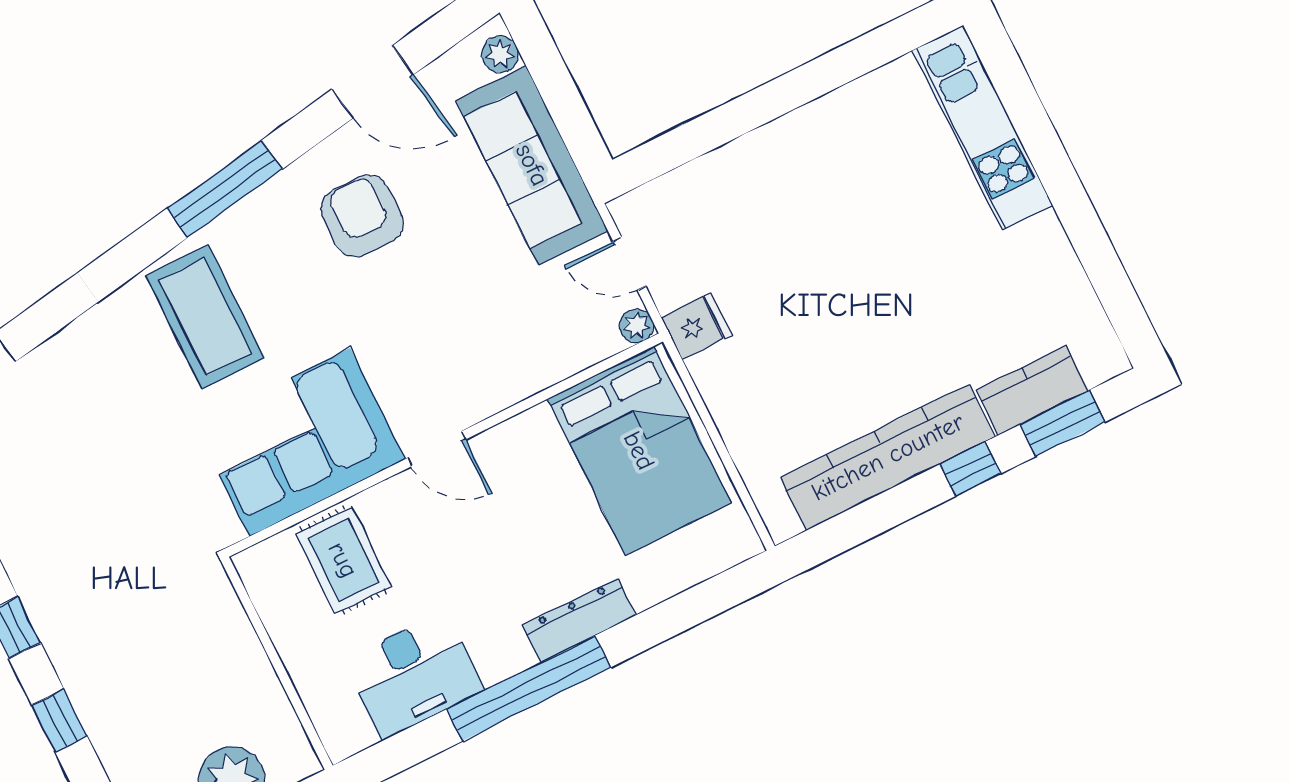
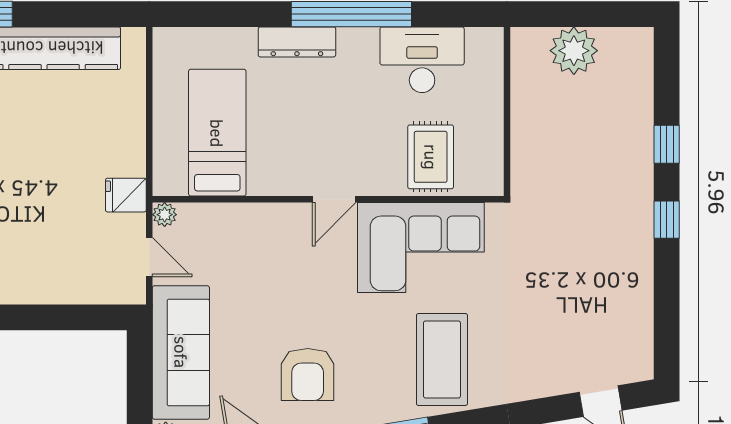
door: (437, 449) -> (334, 199), swing flipped
bed: (639, 451) -> (217, 133), width x0.67

